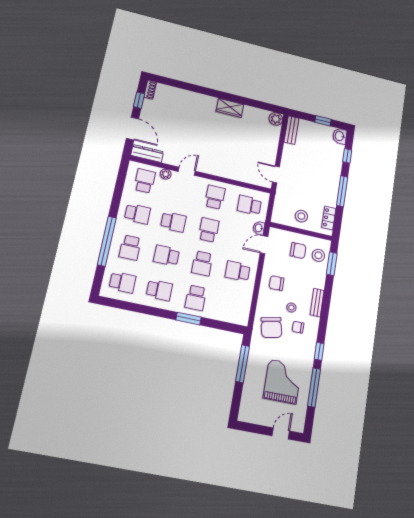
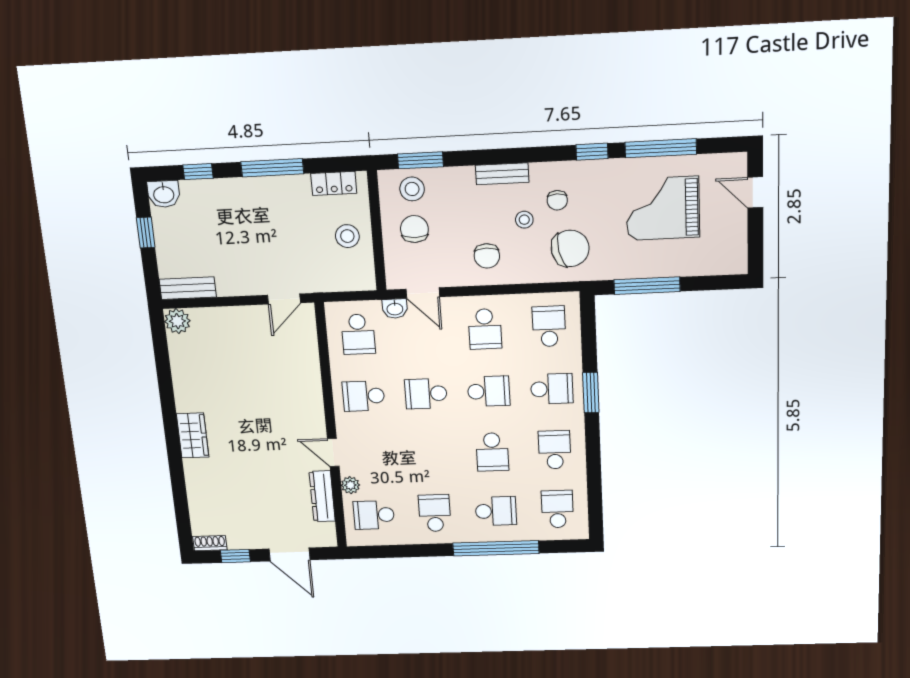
wardrobe: (230, 108) -> (193, 435), moved
door: (133, 129) -> (289, 554), swing flipped
dresser: (147, 153) -> (322, 496), moved
school desk: (173, 222) -> (549, 326), moved

